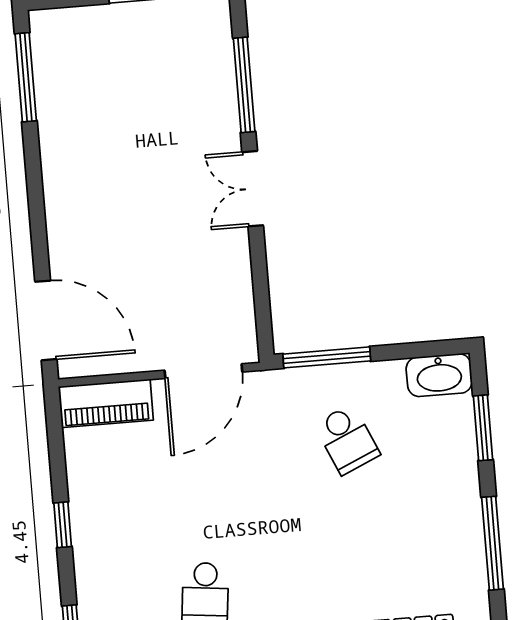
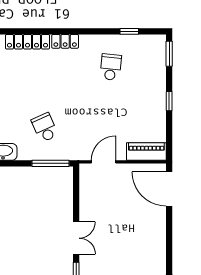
door: (203, 371) -> (104, 162), width x0.73

